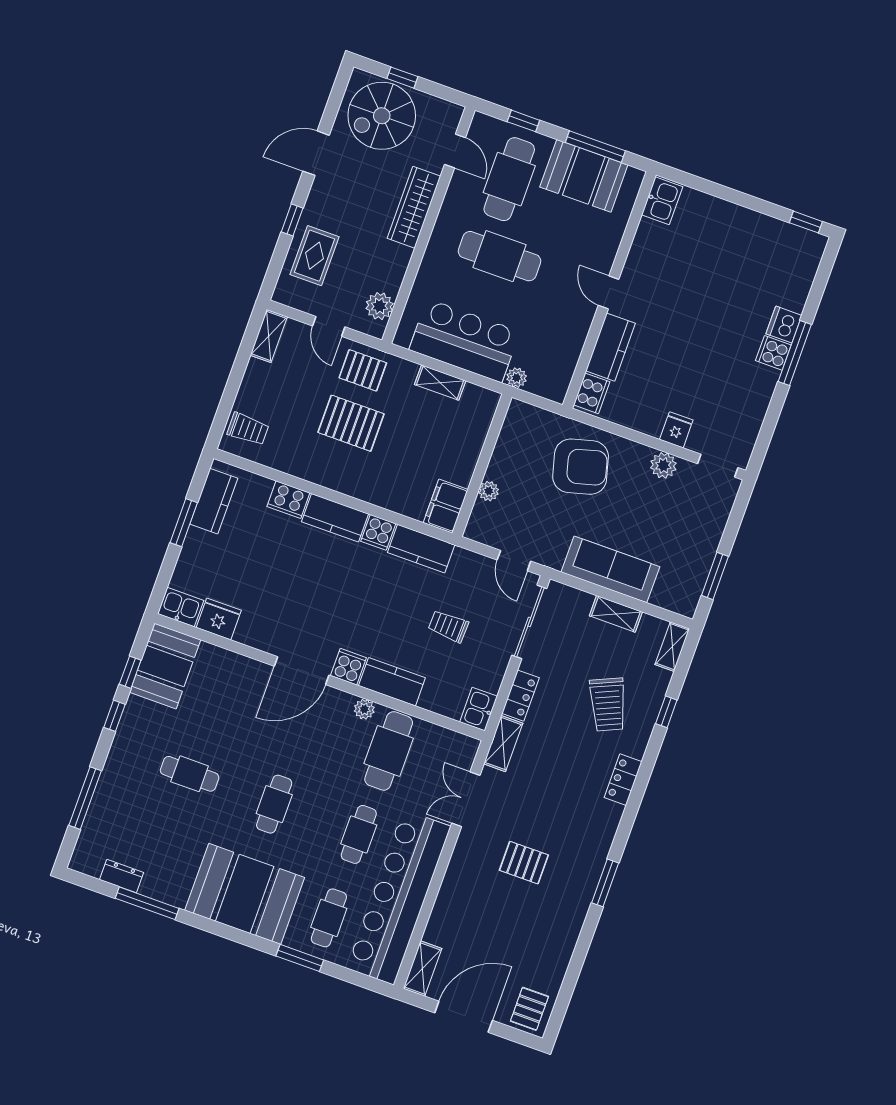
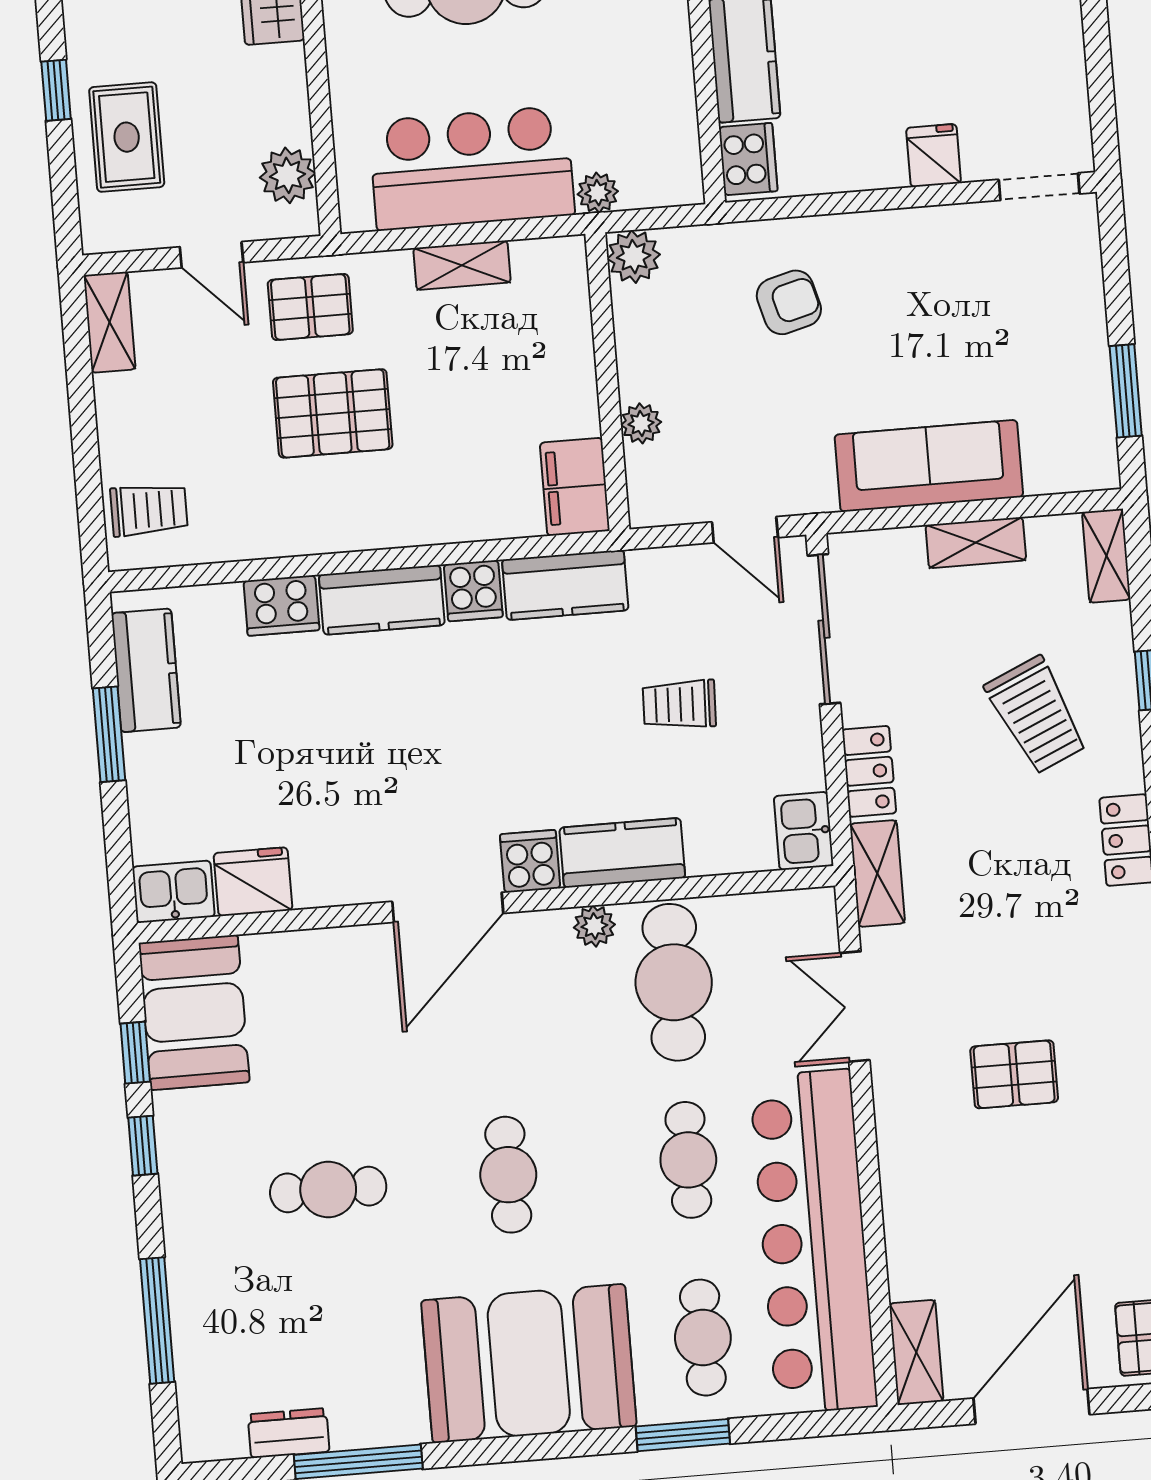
plant: (663, 465) -> (634, 257), moved
armchair: (581, 467) -> (789, 302), width x0.53, depth x0.53

